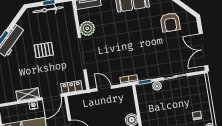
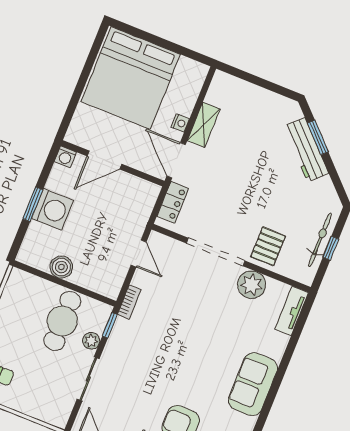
pallet: (44, 50) -> (268, 246), moved
door: (104, 88) -> (139, 254), hinge flipped
cafe table: (156, 104) -> (62, 321), added

